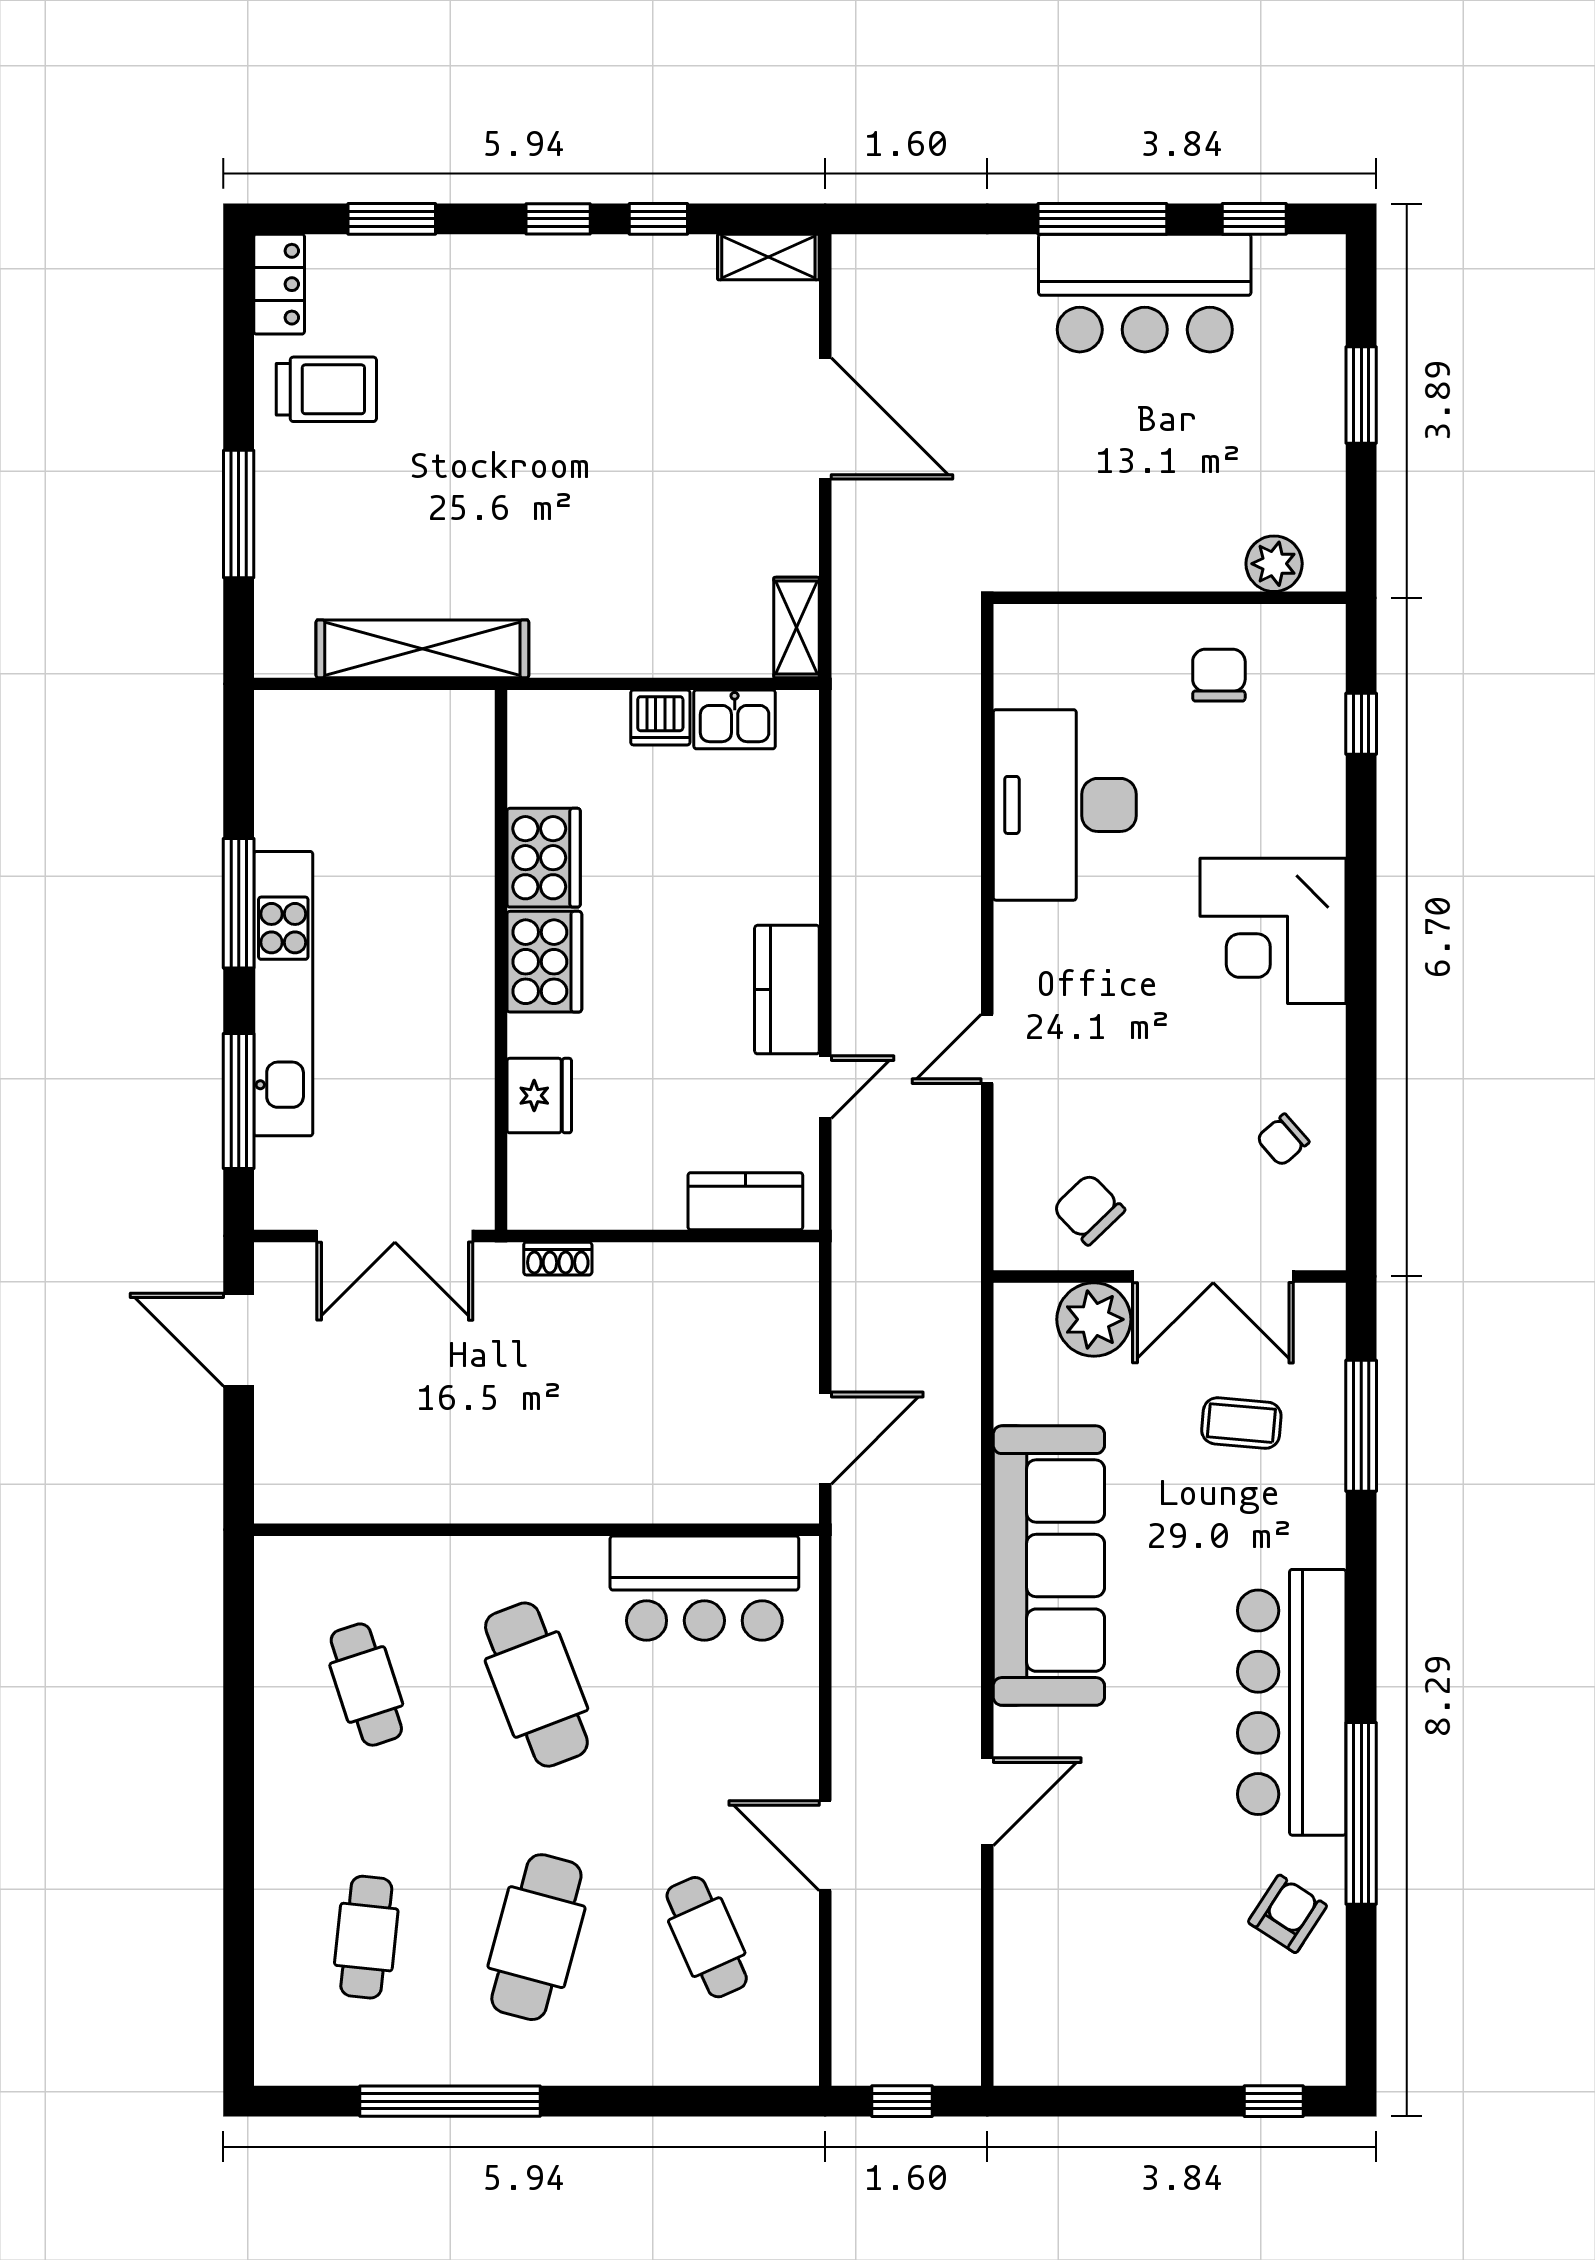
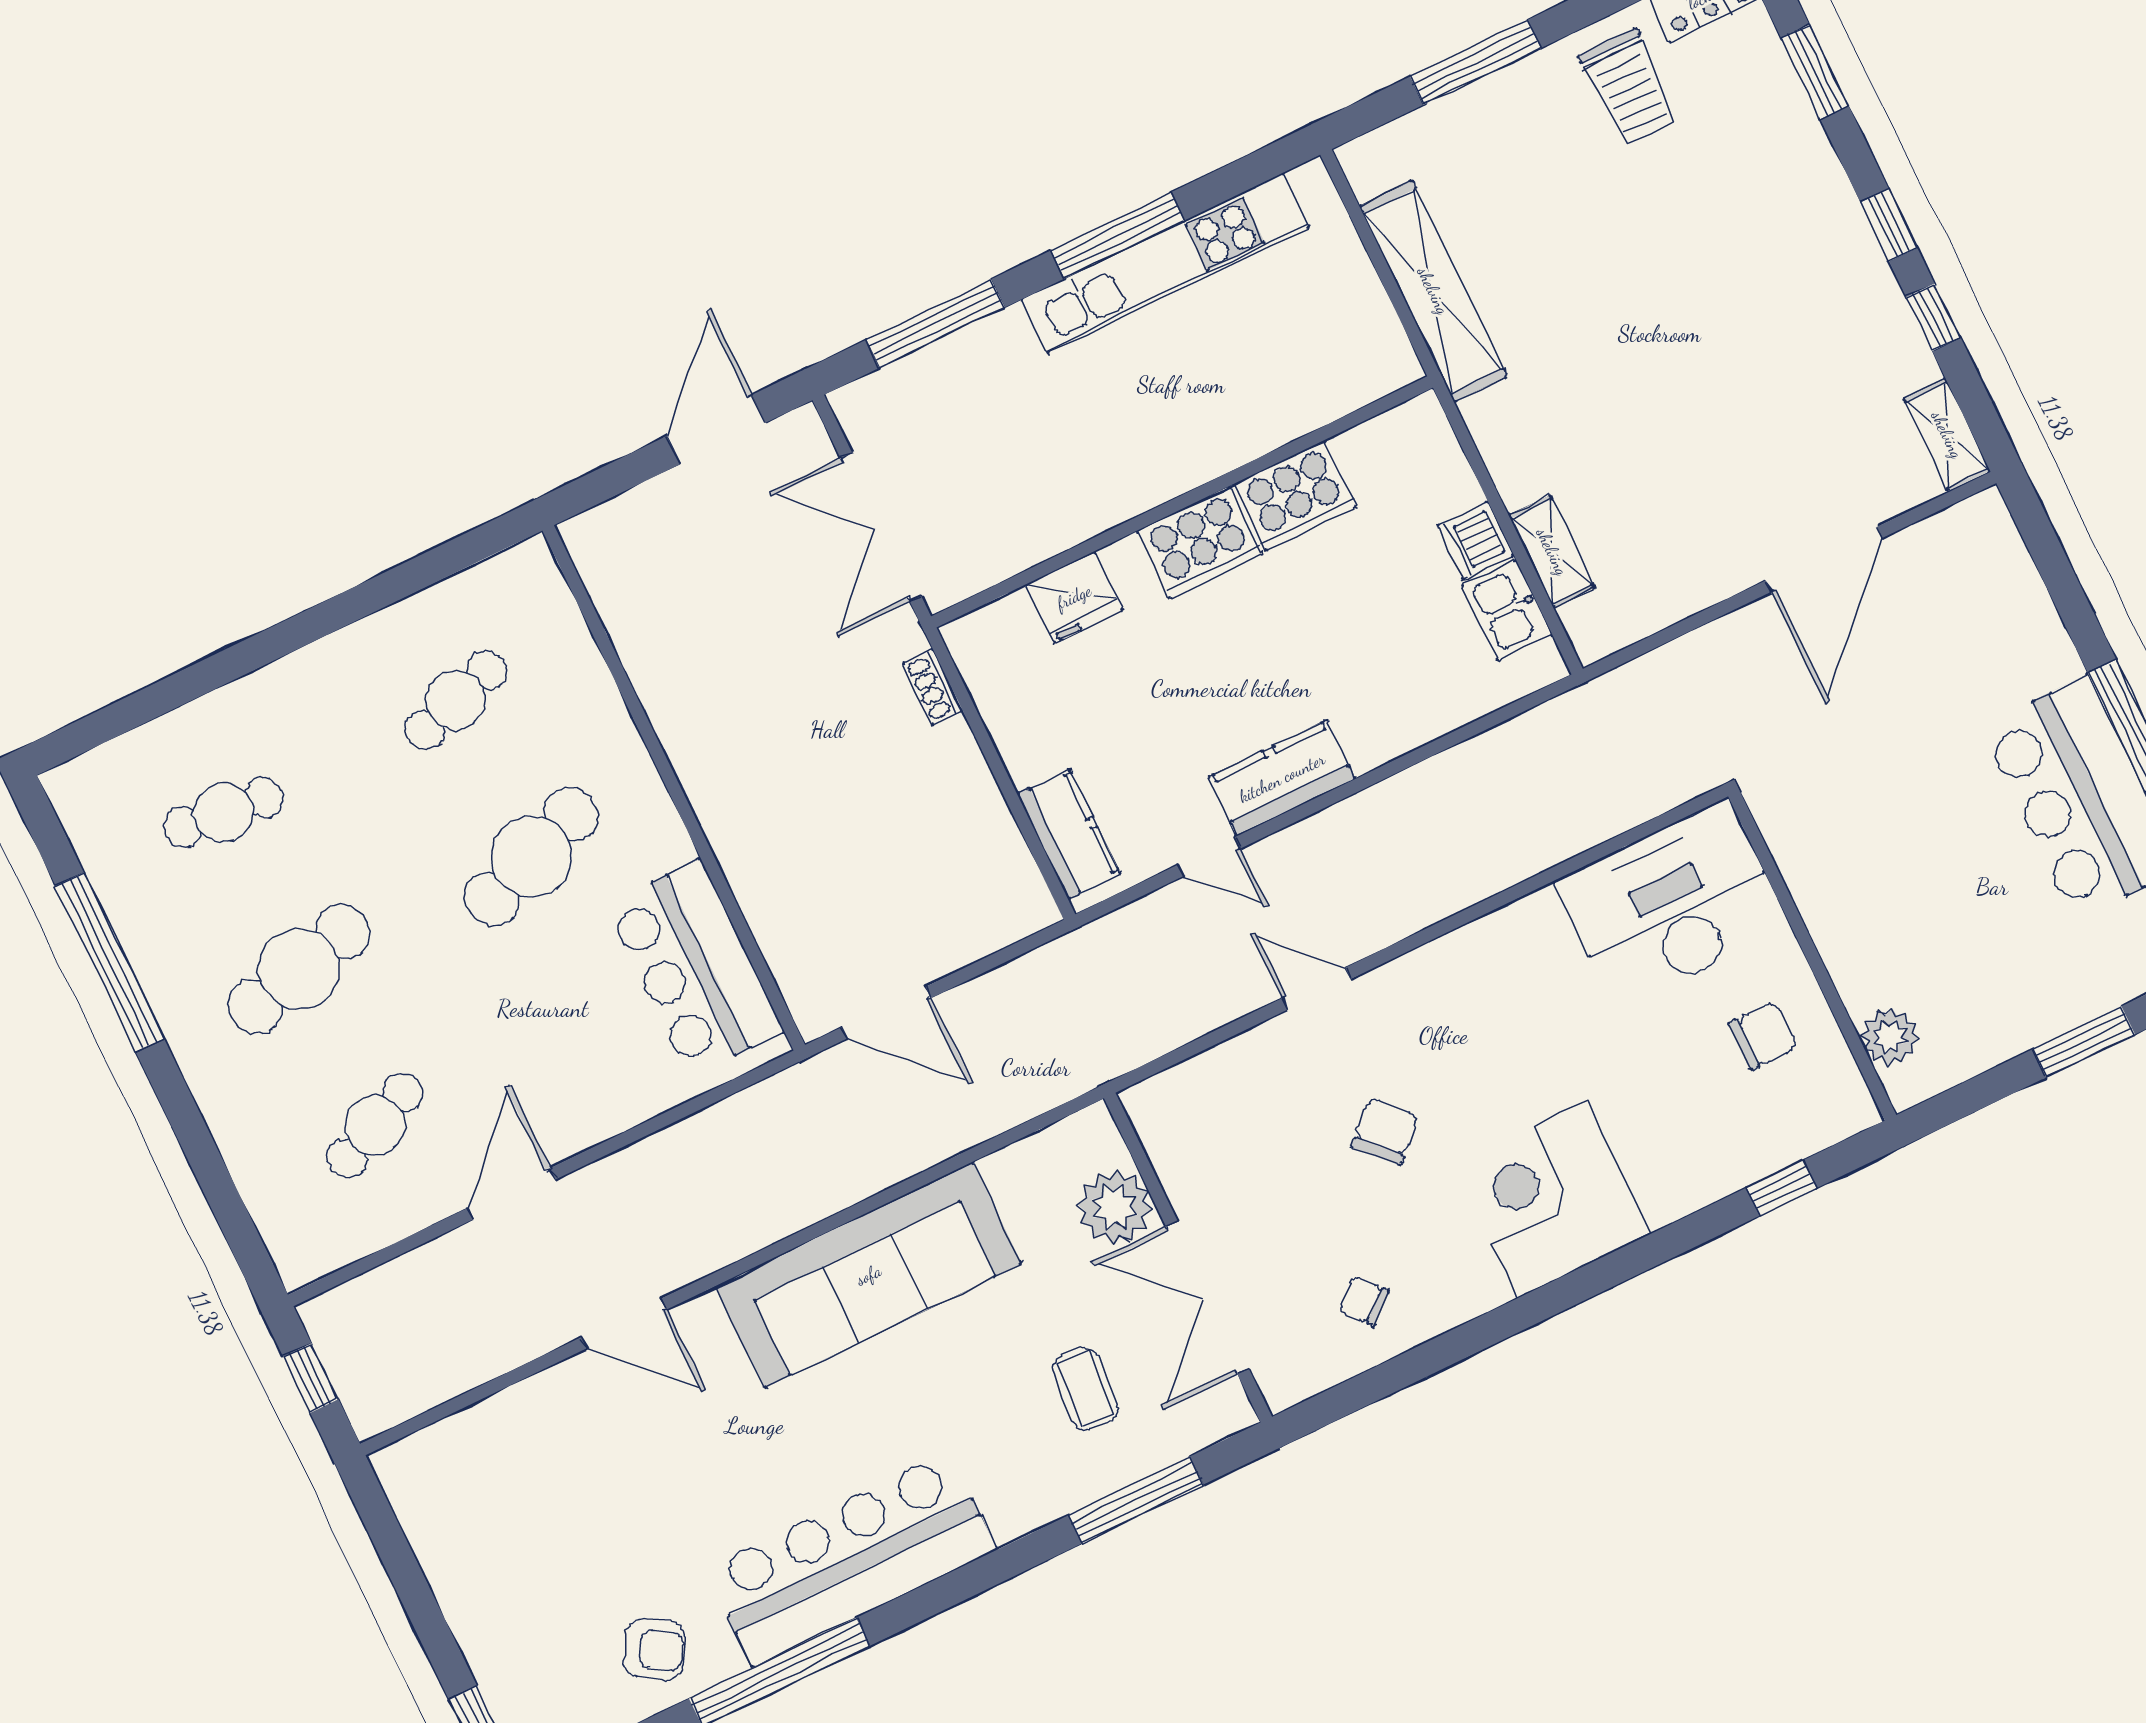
shelving: (796, 627) -> (1552, 552), moved, turned 90
desk: (1065, 805) -> (1672, 904), moved
kitchen unit: (283, 994) -> (1165, 263), moved
chair: (1089, 1209) -> (1385, 1131), moved
cafe table: (536, 1937) -> (299, 969), turned -30

